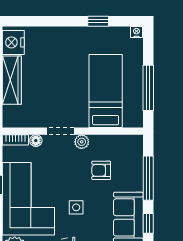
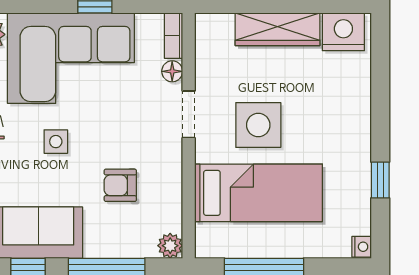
side table: (67, 91) -> (258, 125), added
plant: (82, 142) -> (170, 246), moved
armchair: (101, 170) -> (120, 185), turned -90

